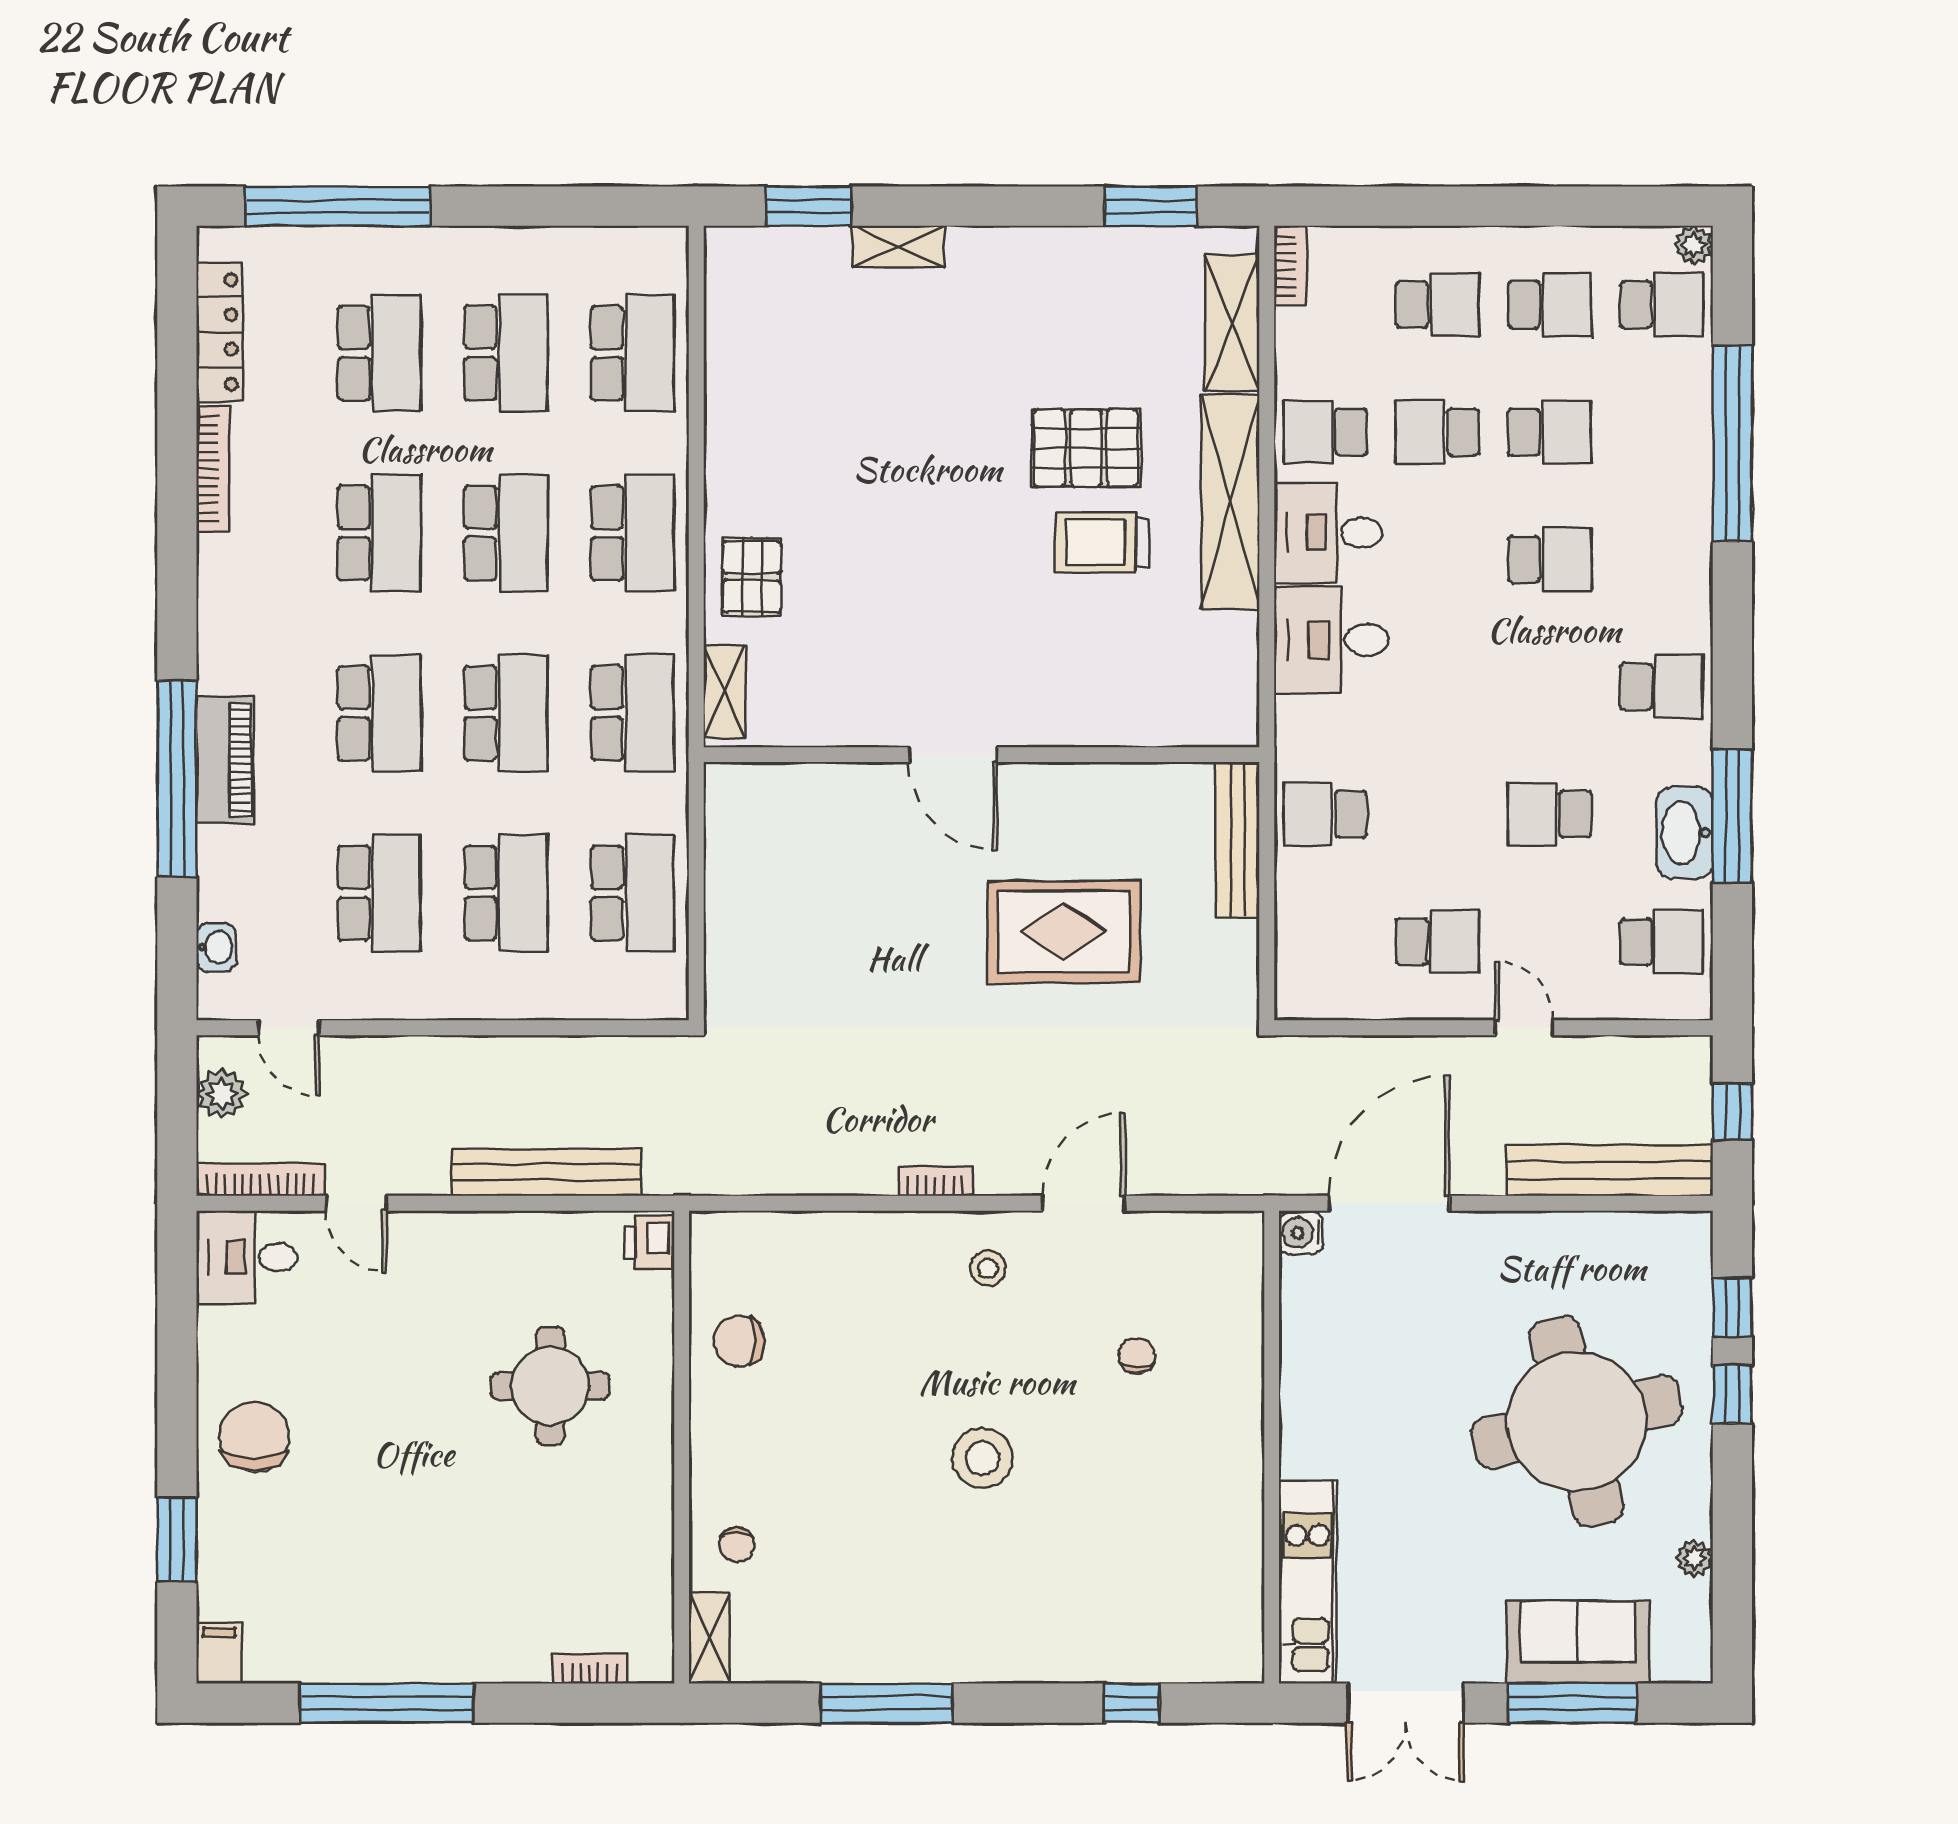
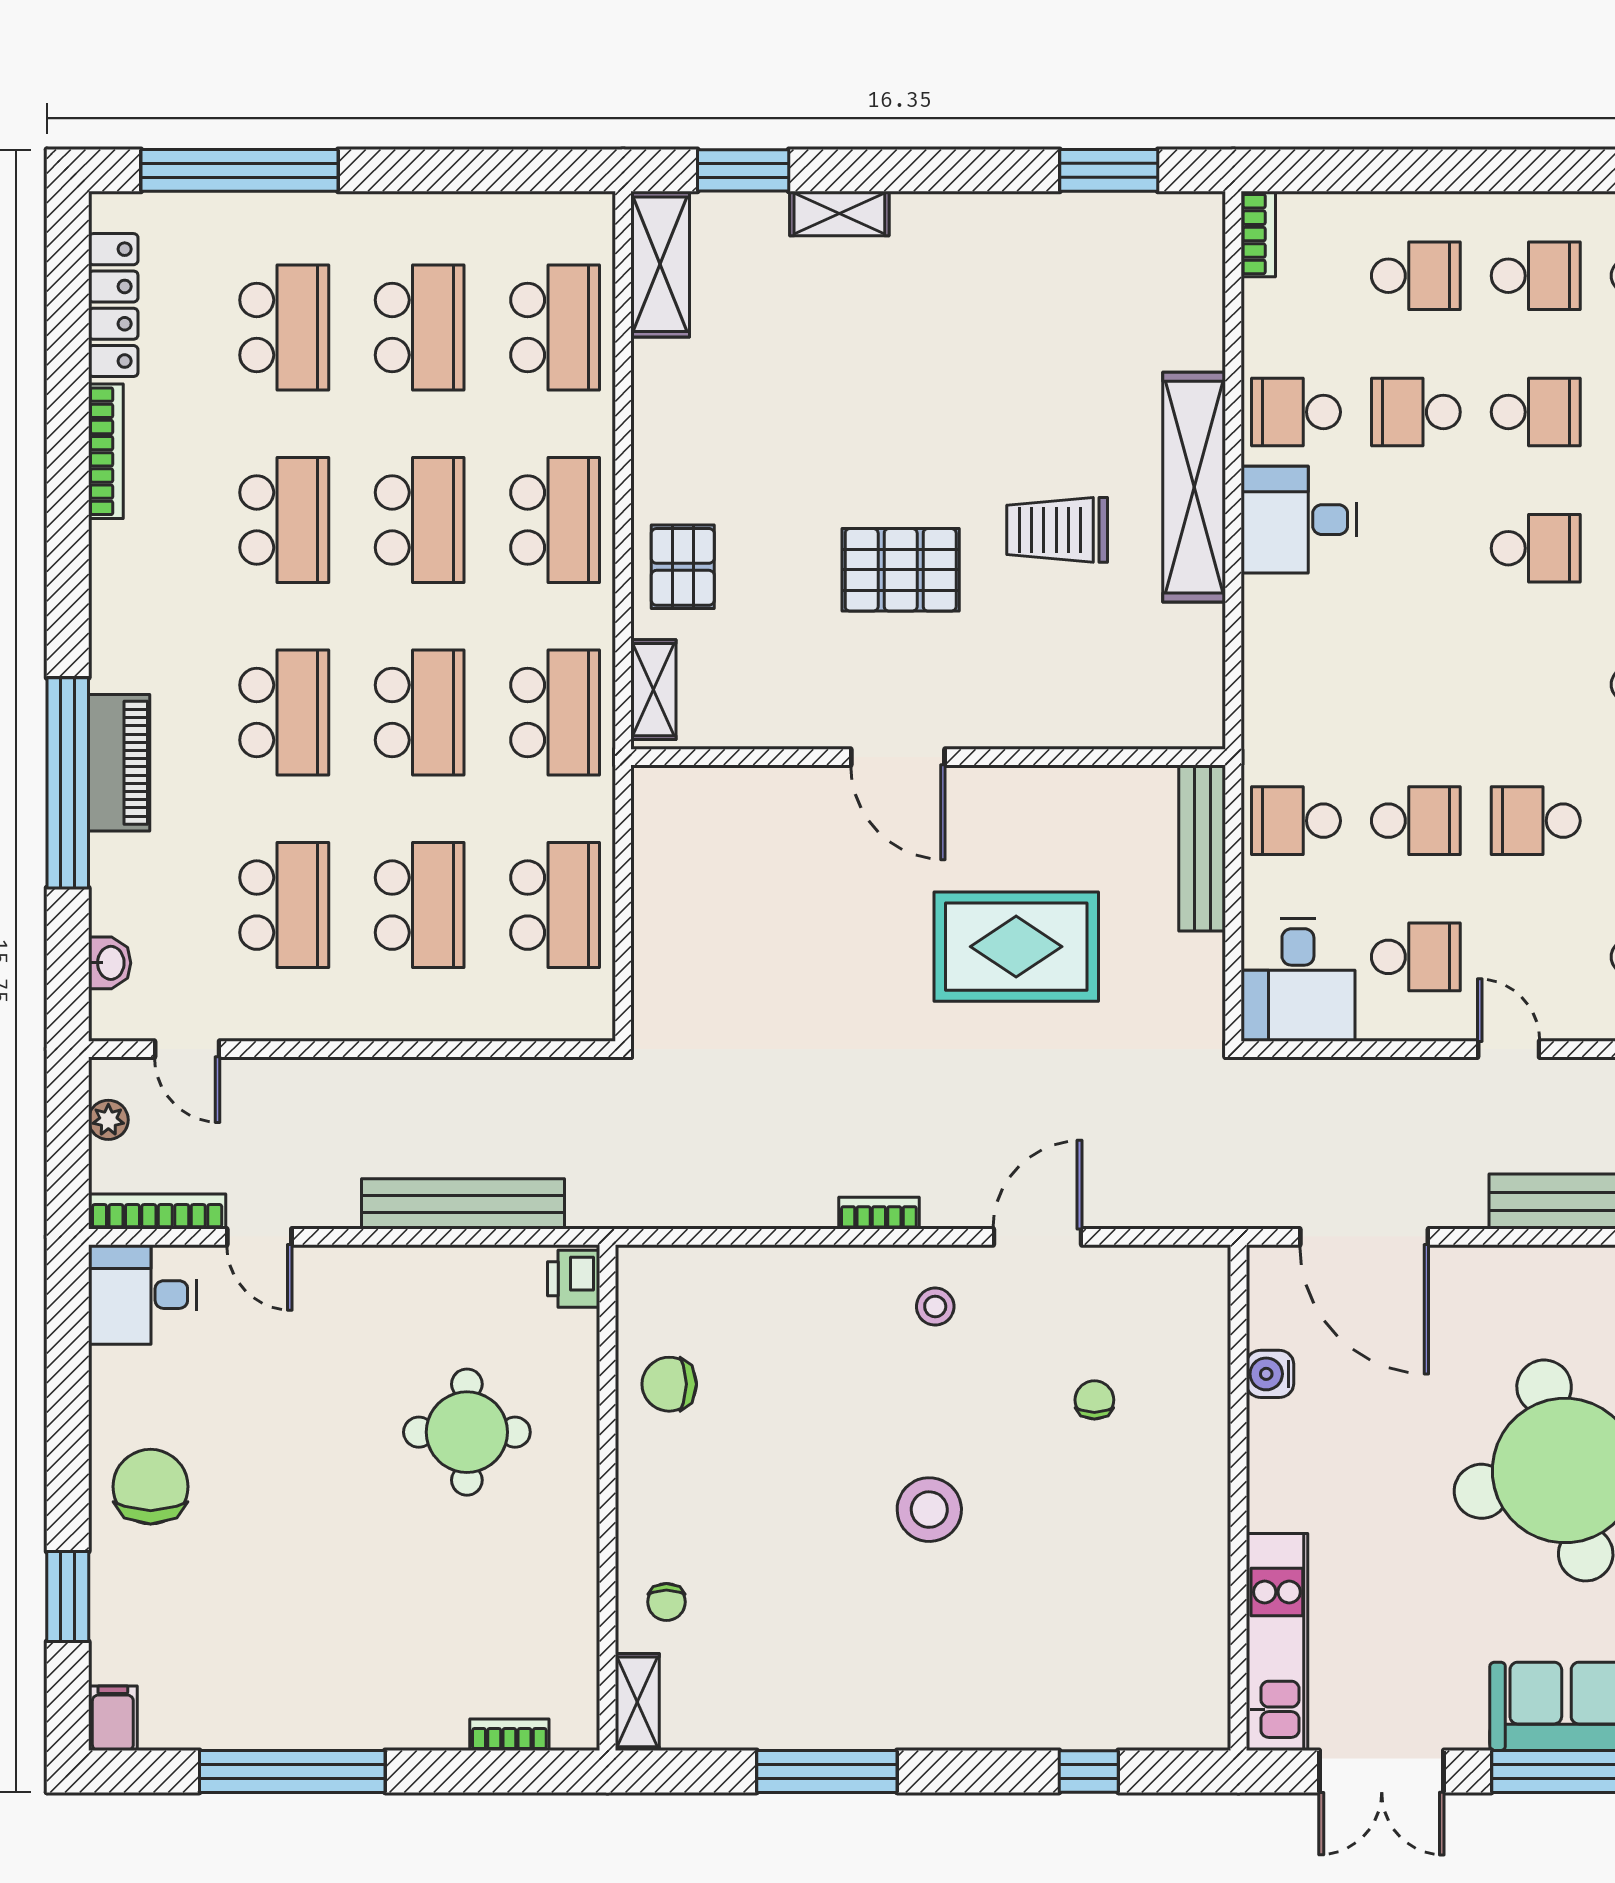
shelving: (1232, 323) -> (660, 264), moved
pallet: (1086, 448) -> (901, 570), moved
desk: (1331, 640) -> (1298, 980), moved, turned -90
school desk: (1437, 814) -> (1416, 821), added
plant: (222, 1094) -> (108, 1120), width x0.73, depth x0.73
door: (1389, 1203) -> (1364, 1237), swing flipped
water cooler: (1301, 1233) -> (1270, 1374), moved

